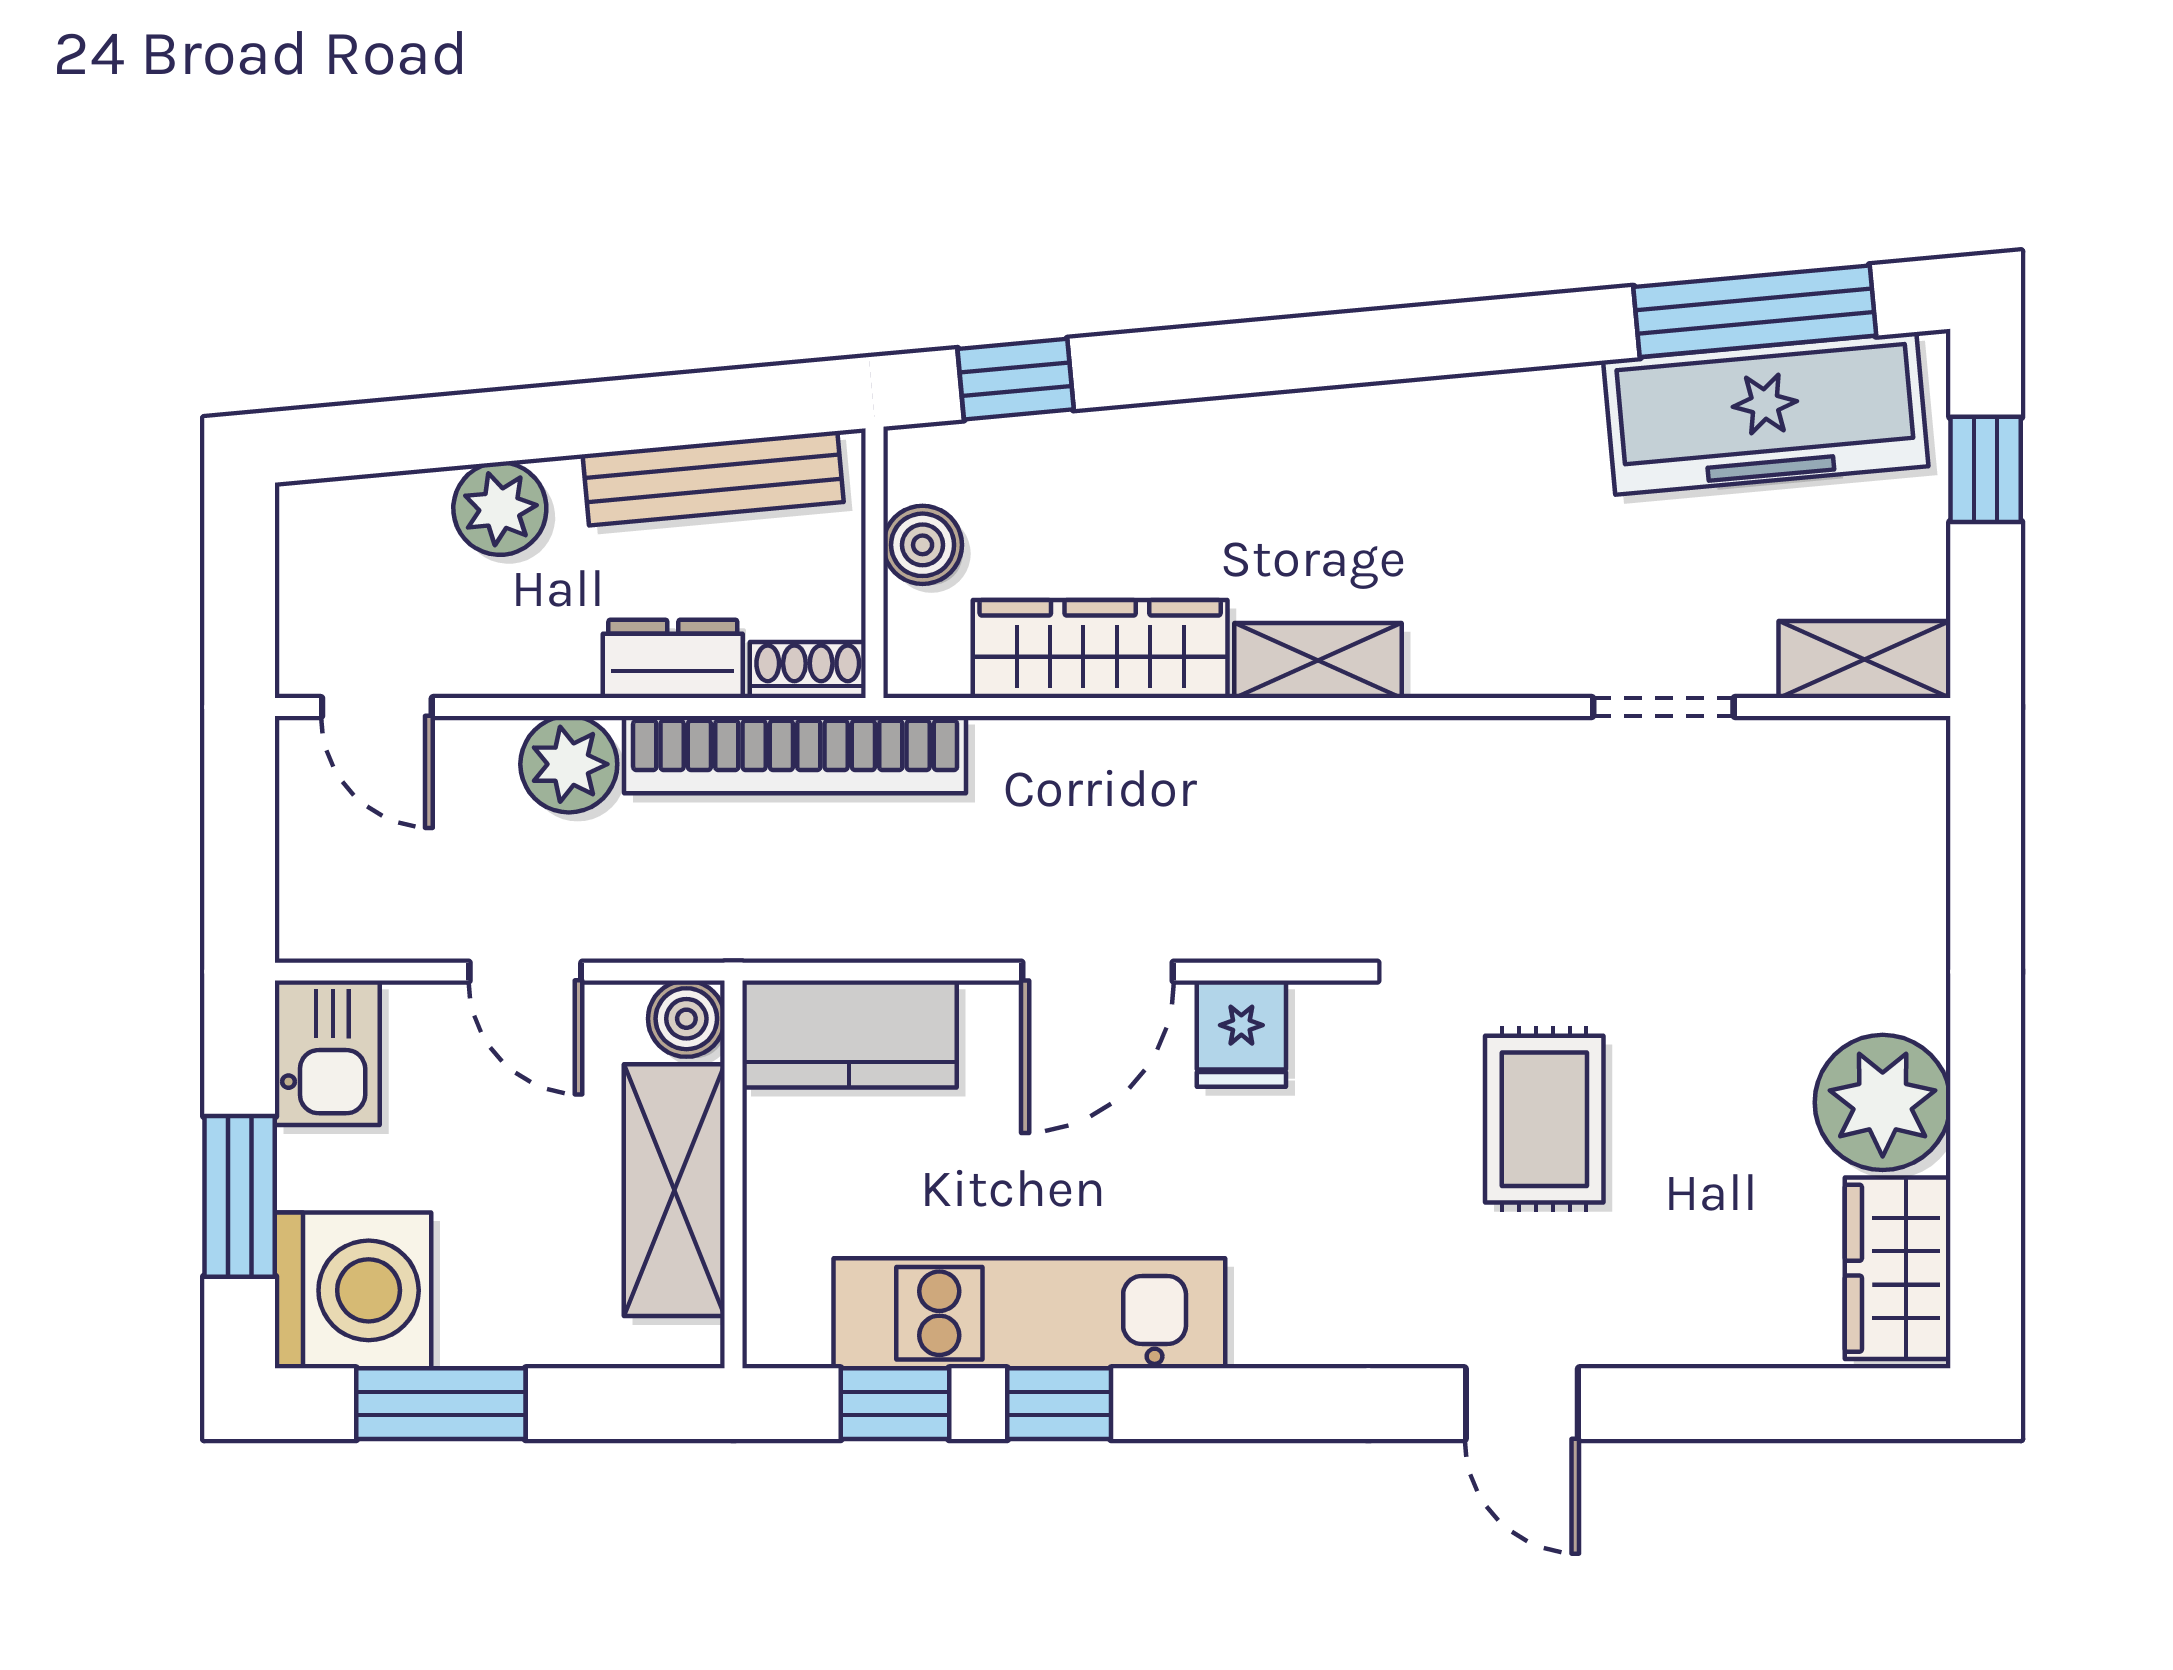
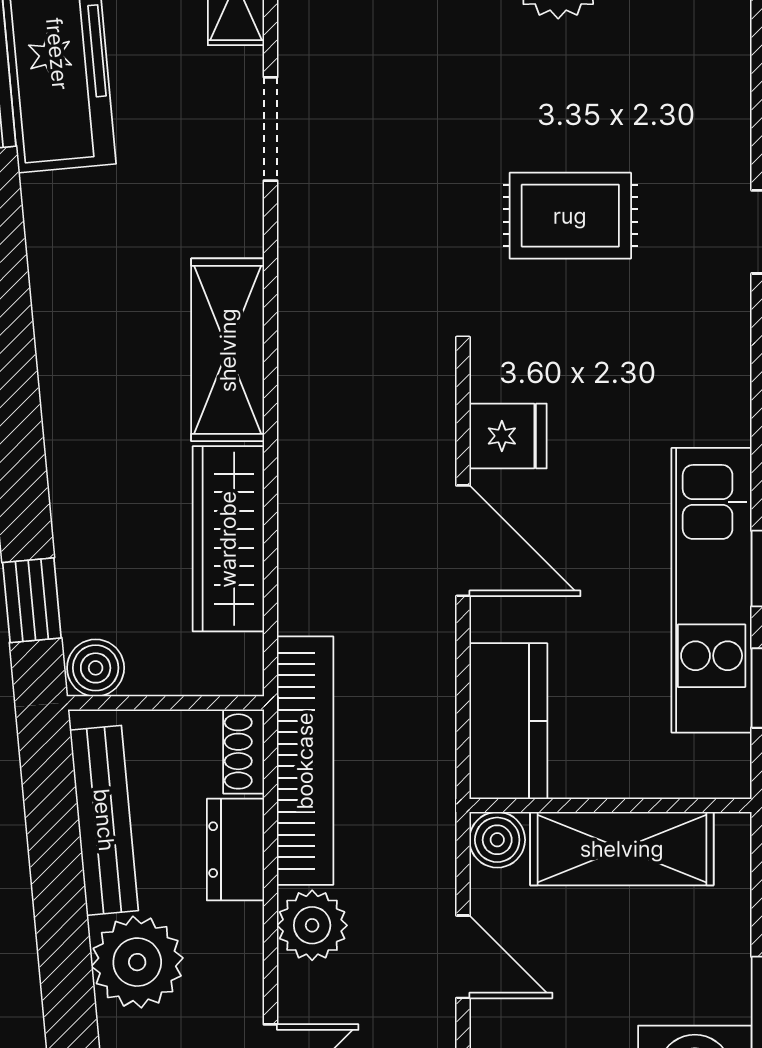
plant: (500, 509) -> (137, 962), width x1.36, depth x1.36
boiler: (923, 545) -> (96, 668), moved
shelving: (1318, 661) -> (228, 350), width x1.50, depth x1.33
door: (525, 972) -> (463, 957), hinge flipped

